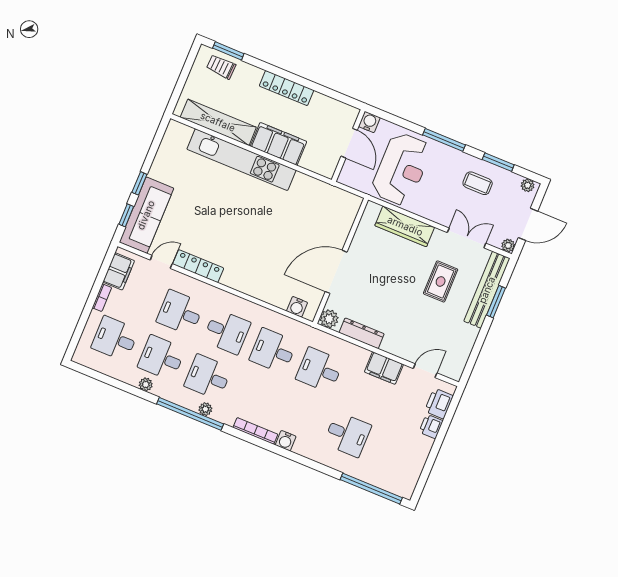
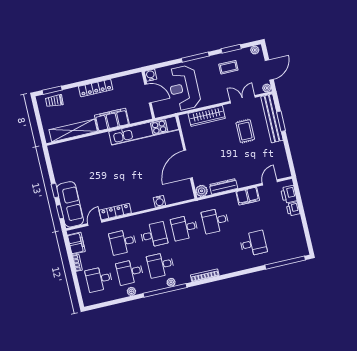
kitchen unit: (241, 160) -> (144, 131), moved
reception desk: (401, 169) -> (184, 88), turned 180
water cooler: (297, 307) -> (159, 201), moved
water cooler: (286, 441) -> (224, 269), removed

